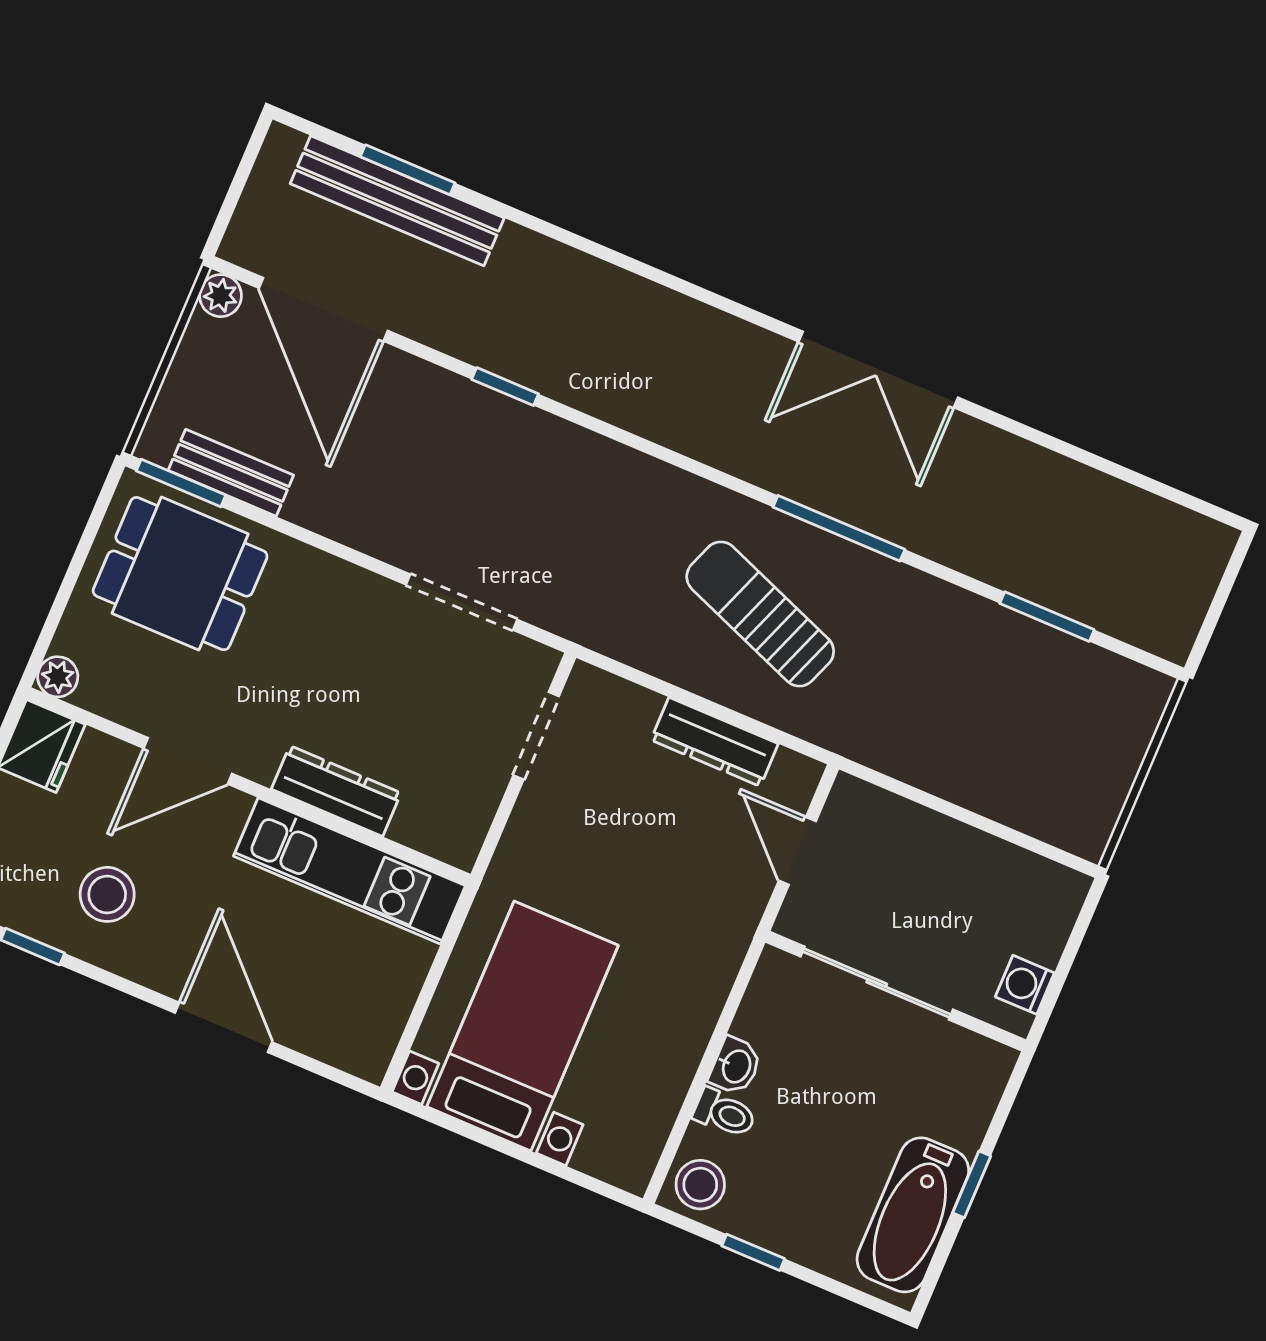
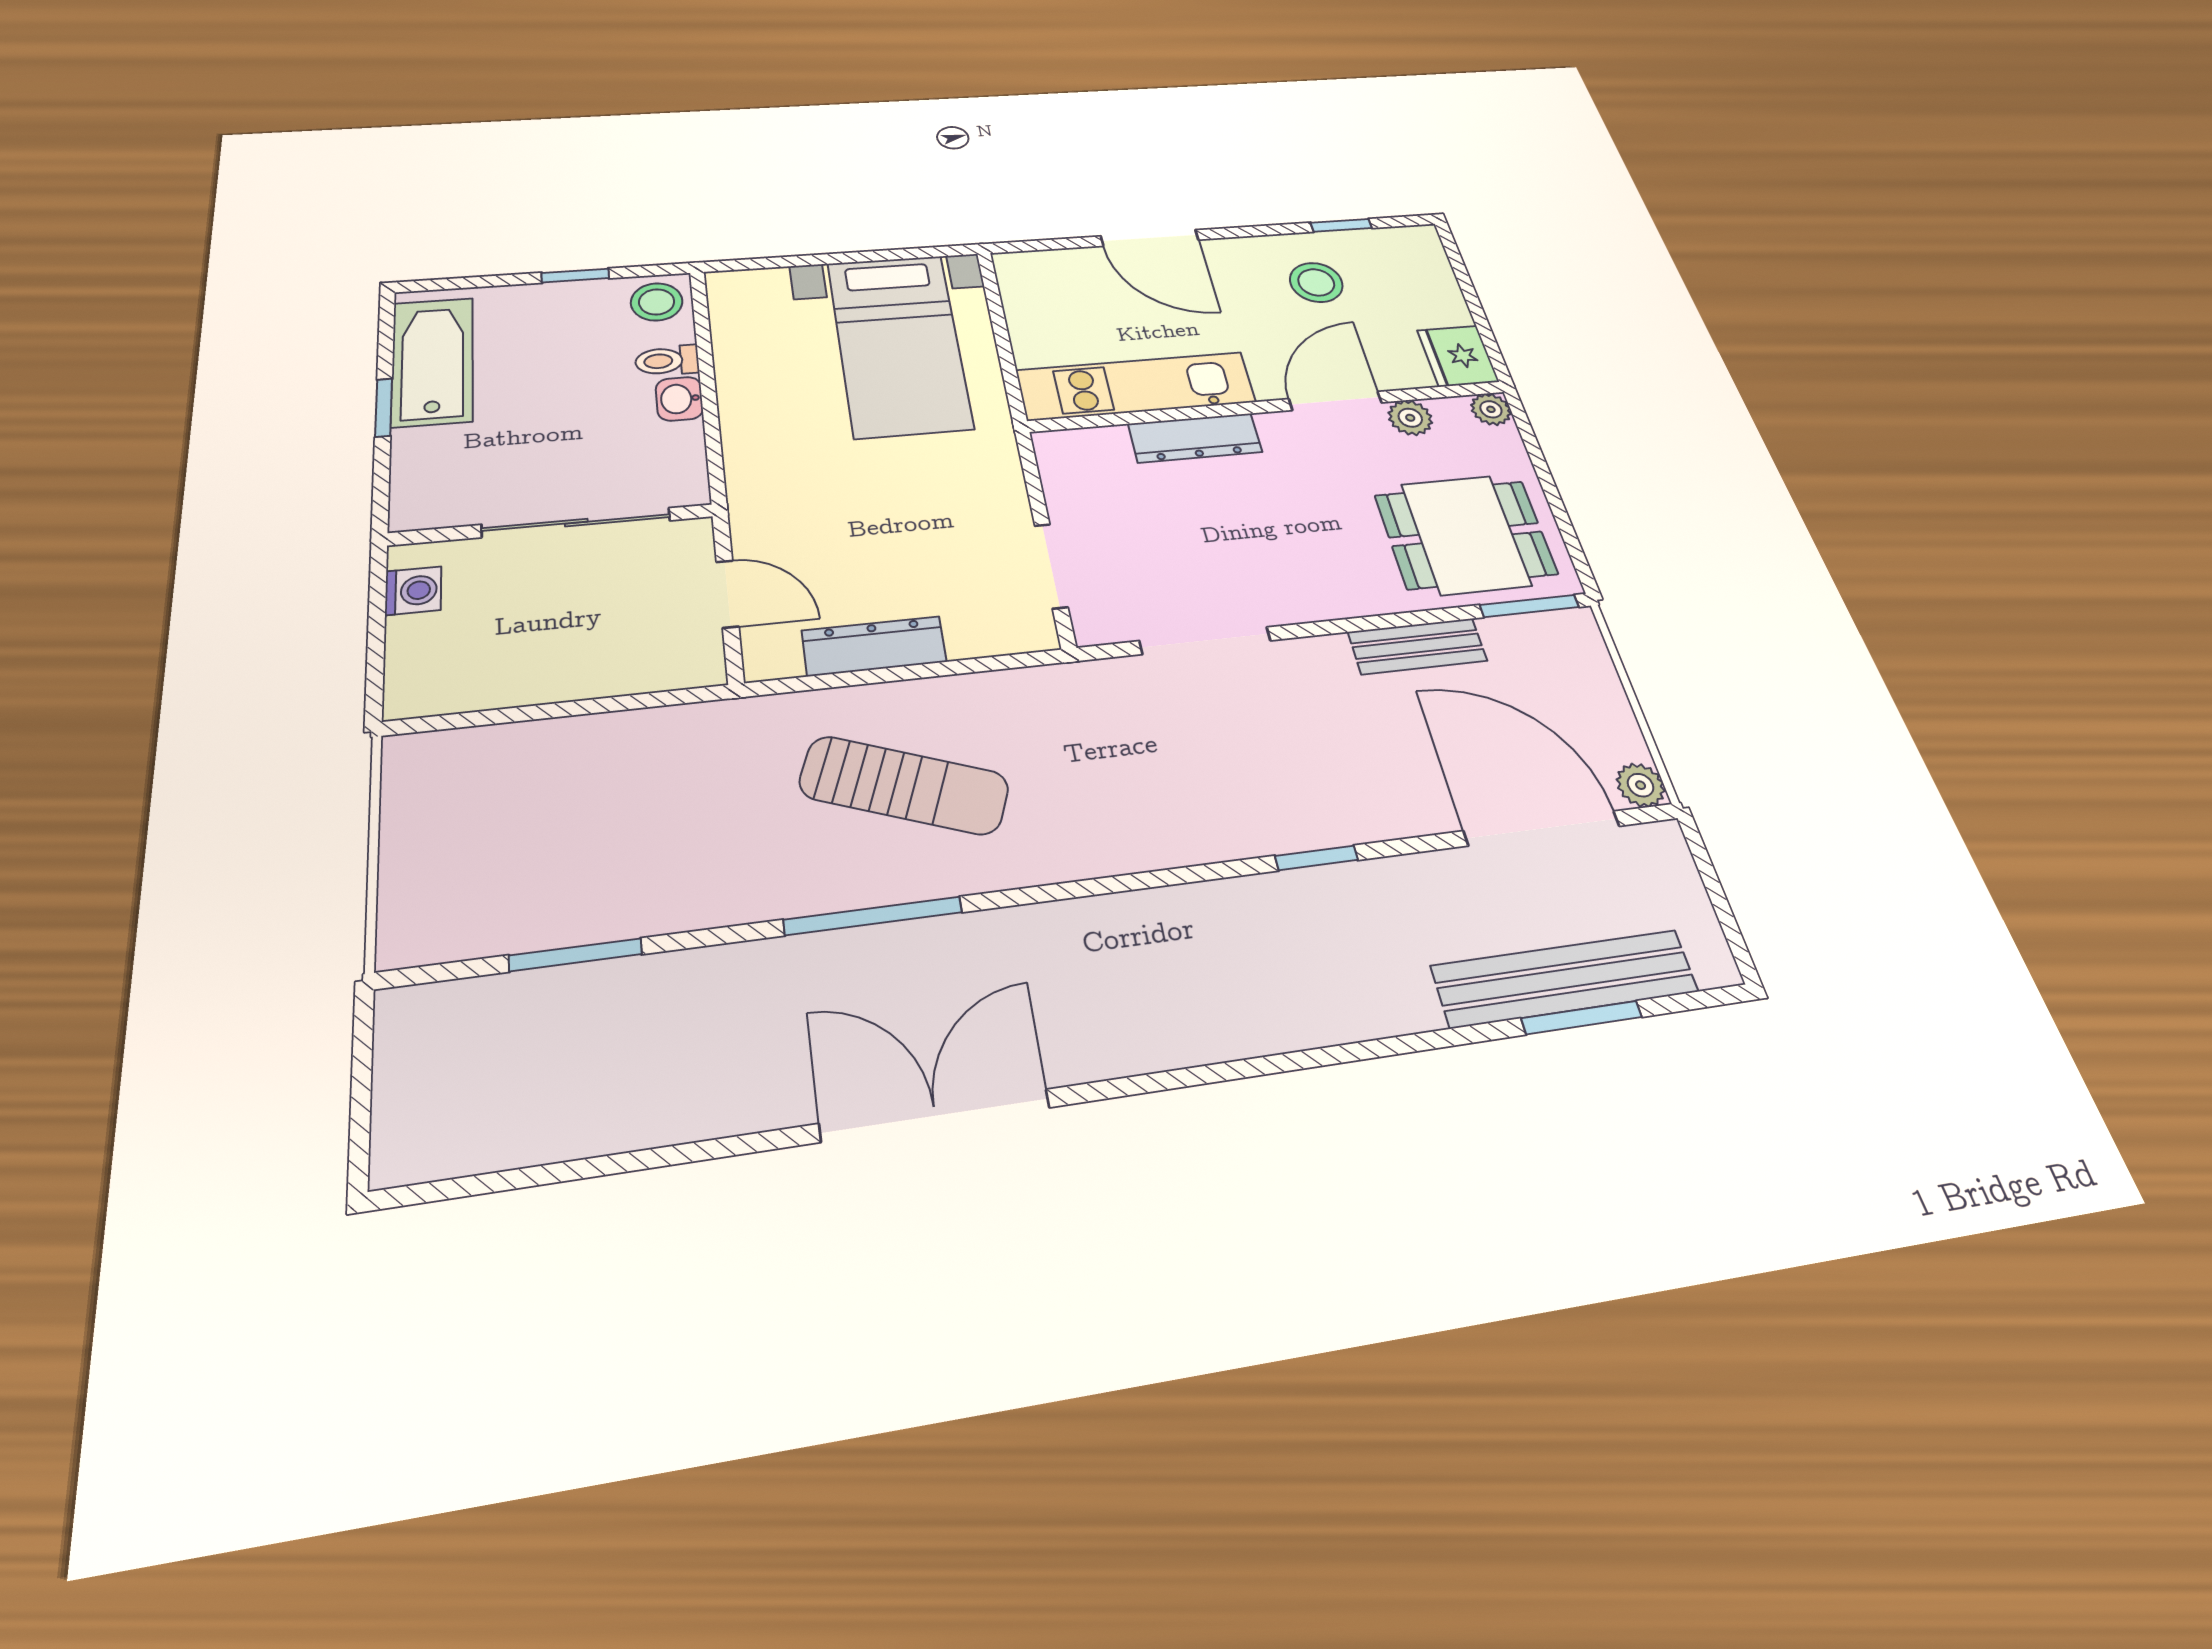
bench: (231, 473) -> (1417, 646), moved
plant: (136, 708) -> (1410, 418), added

